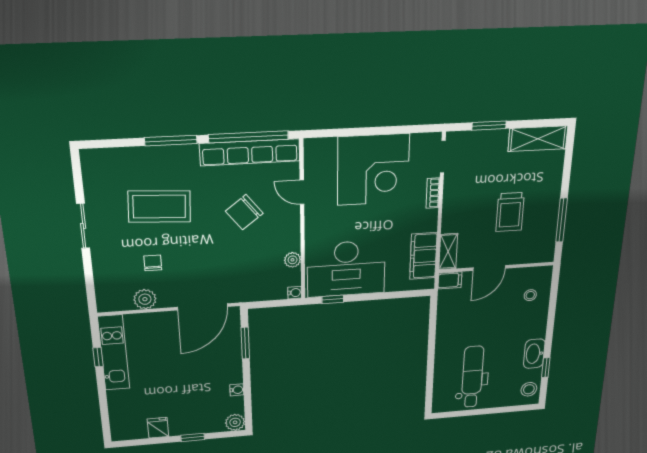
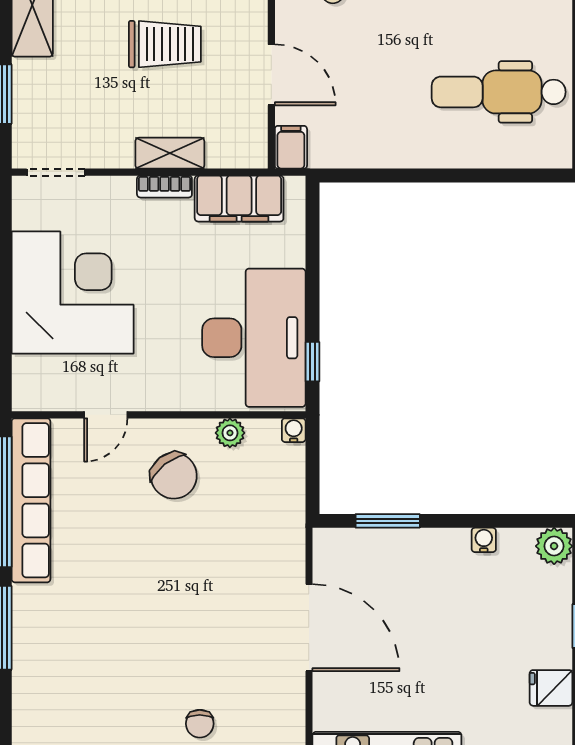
bookcase: (433, 193) -> (164, 187), moved
coffee table: (159, 207) -> (117, 654), removed
chair: (244, 212) -> (174, 476), moved
shelving: (448, 252) -> (170, 153), moved
chair: (153, 263) -> (200, 724), moved, turned -90
plant: (145, 299) -> (286, 691), removed
door: (203, 307) -> (309, 628), moved

